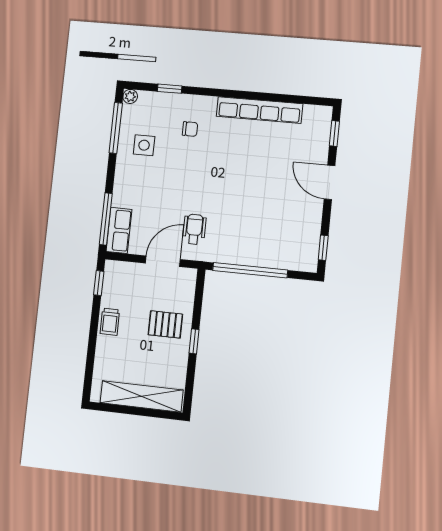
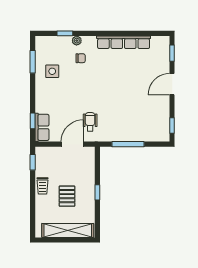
plant: (130, 96) -> (77, 41), moved
window: (116, 128) -> (33, 62), width x0.69
door: (330, 182) -> (172, 84), hinge flipped
window: (106, 219) -> (33, 121), width x0.46
window: (250, 270) -> (128, 144), width x0.68
pallet: (165, 324) -> (67, 196), moved, turned 90

